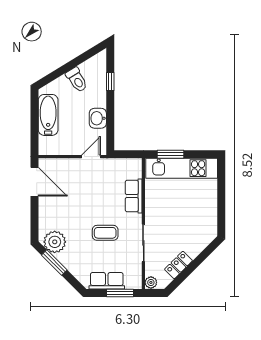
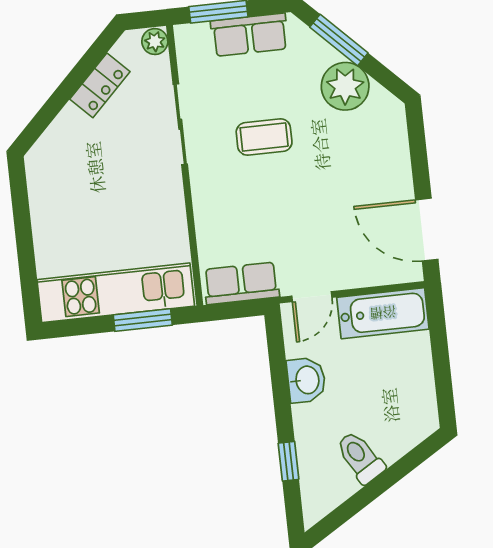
bathtub: (48, 115) -> (383, 313), moved, turned -90
row of seats: (134, 196) -> (241, 283), moved, turned -90
plant: (55, 242) -> (345, 86), moved
window: (54, 263) -> (339, 40), moved

